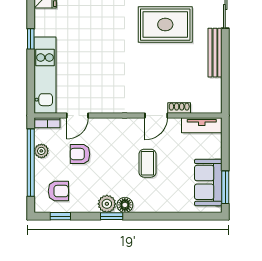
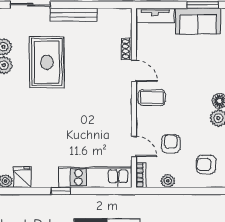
tv unit: (202, 125) -> (155, 15), moved, turned 90
armchair: (80, 154) -> (171, 144), turned 180
window: (31, 163) -> (179, 191), removed
coffee table: (147, 163) -> (152, 98), moved
armchair: (58, 191) -> (206, 165), turned -90

